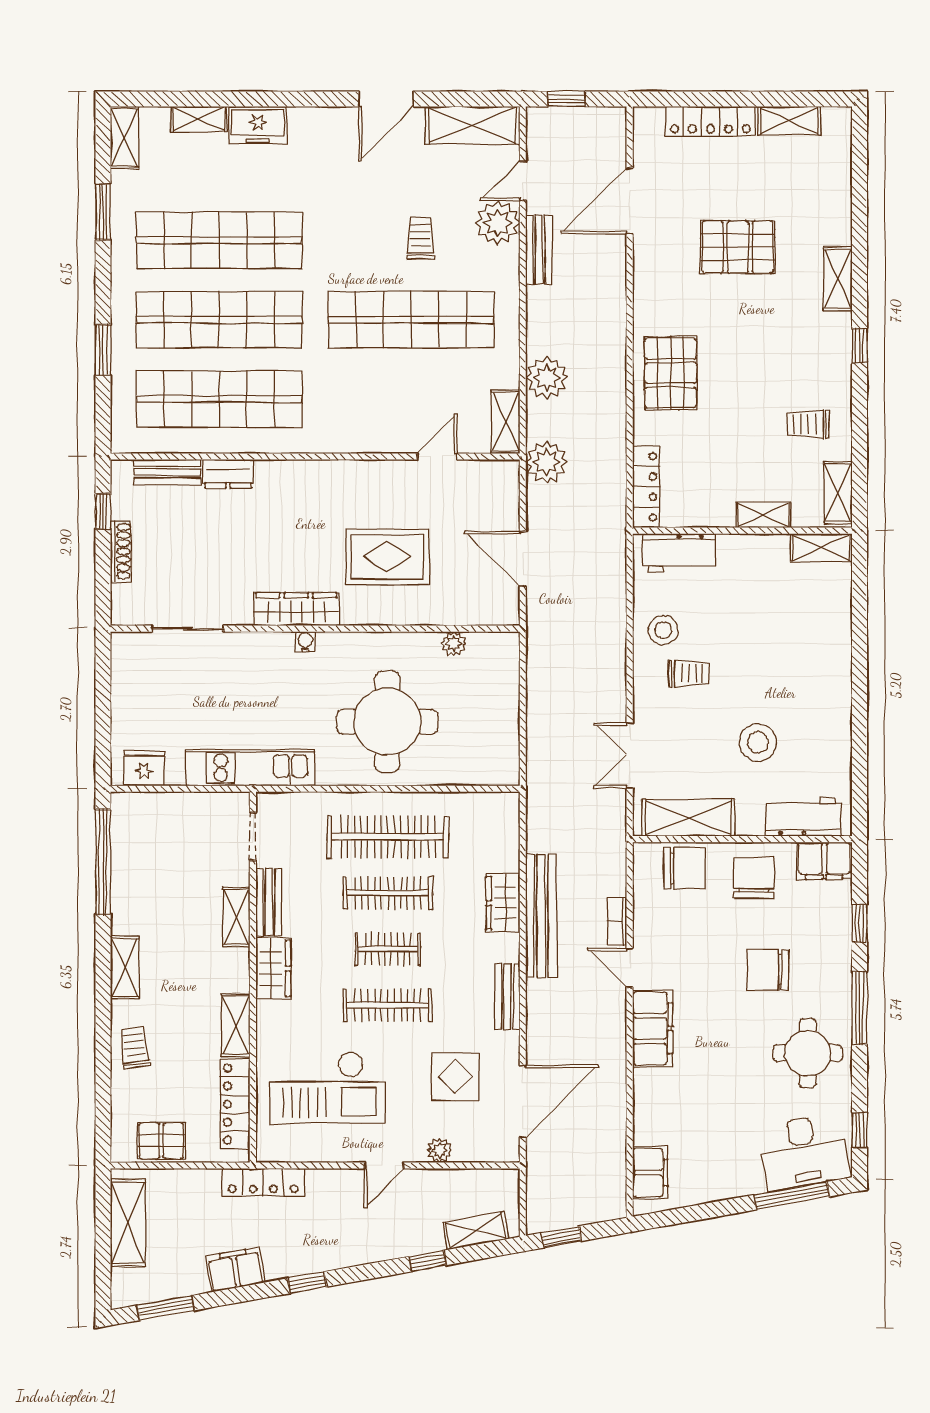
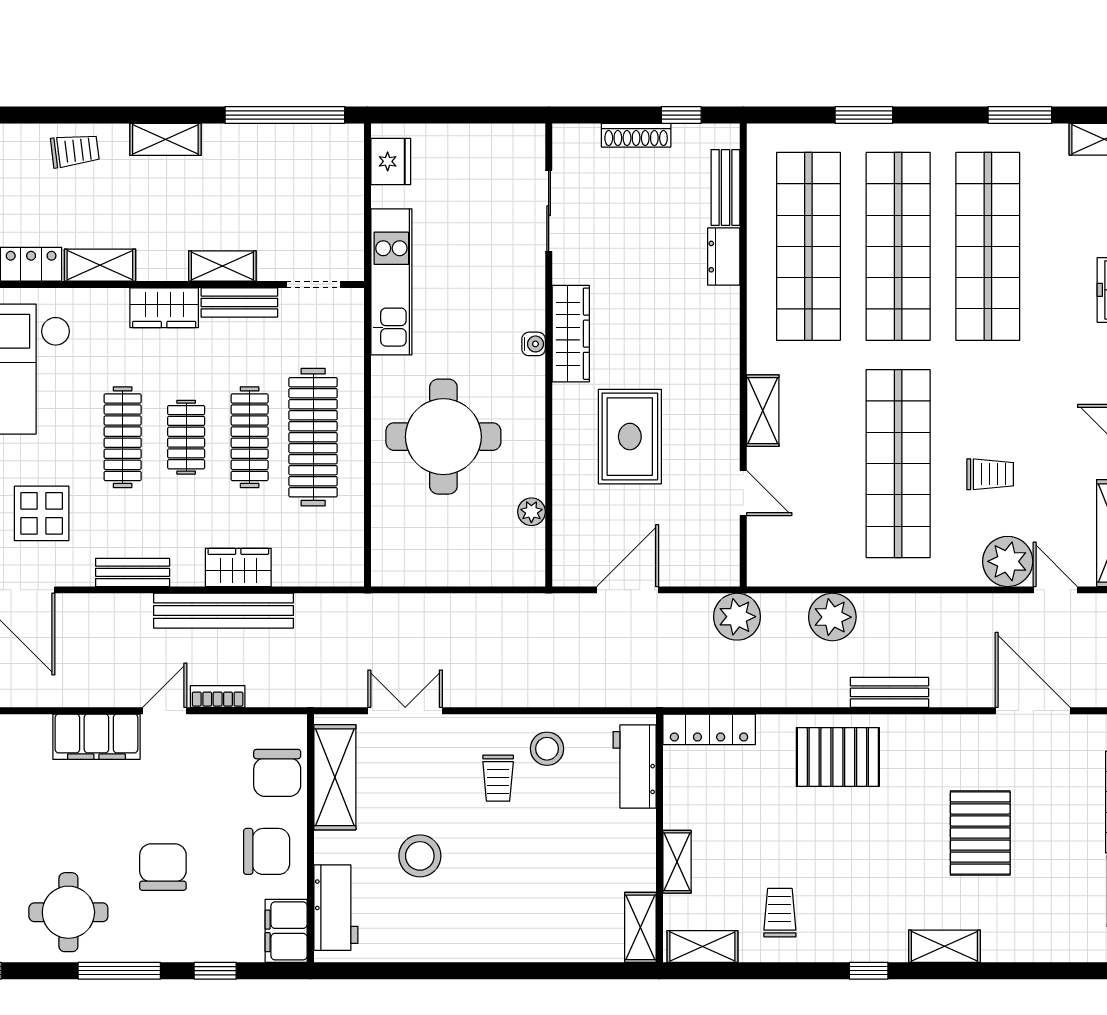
bench: (539, 249) -> (889, 692), moved
shelving: (506, 421) -> (763, 411), moved, turned 90

